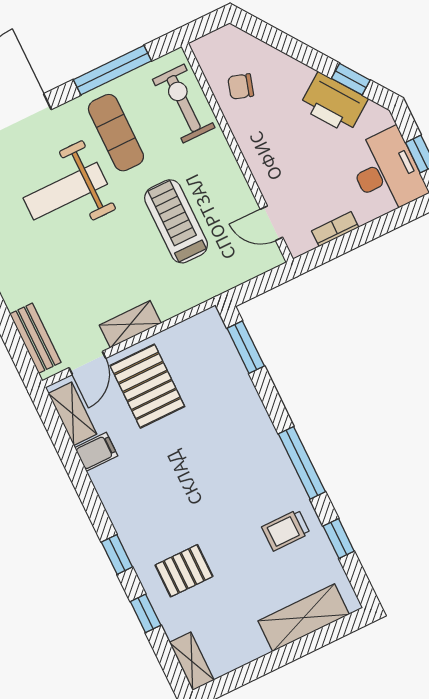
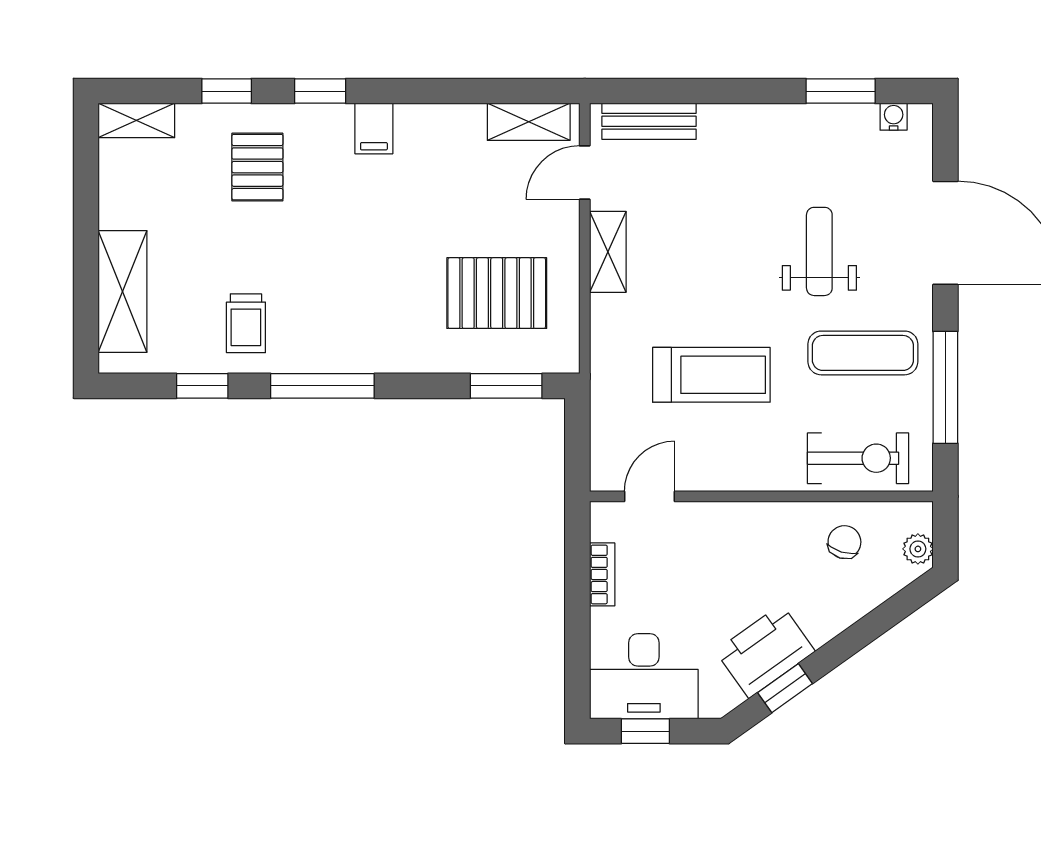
plant: (223, 38) -> (918, 549), added
weight bench: (65, 191) -> (819, 251), width x0.73, depth x0.75
door: (87, 363) -> (585, 173), hinge flipped
pallet: (147, 386) -> (497, 293), moved
filing cabinet: (96, 452) -> (374, 129), moved
trolley: (286, 530) -> (246, 323), turned 180

